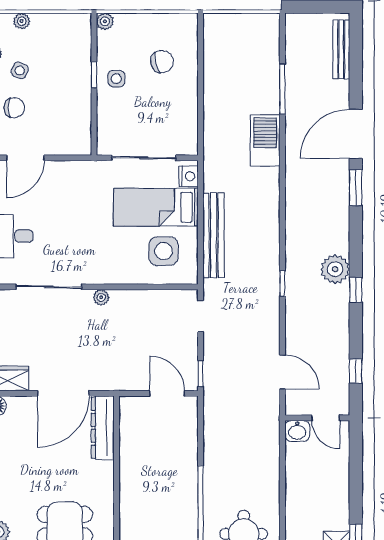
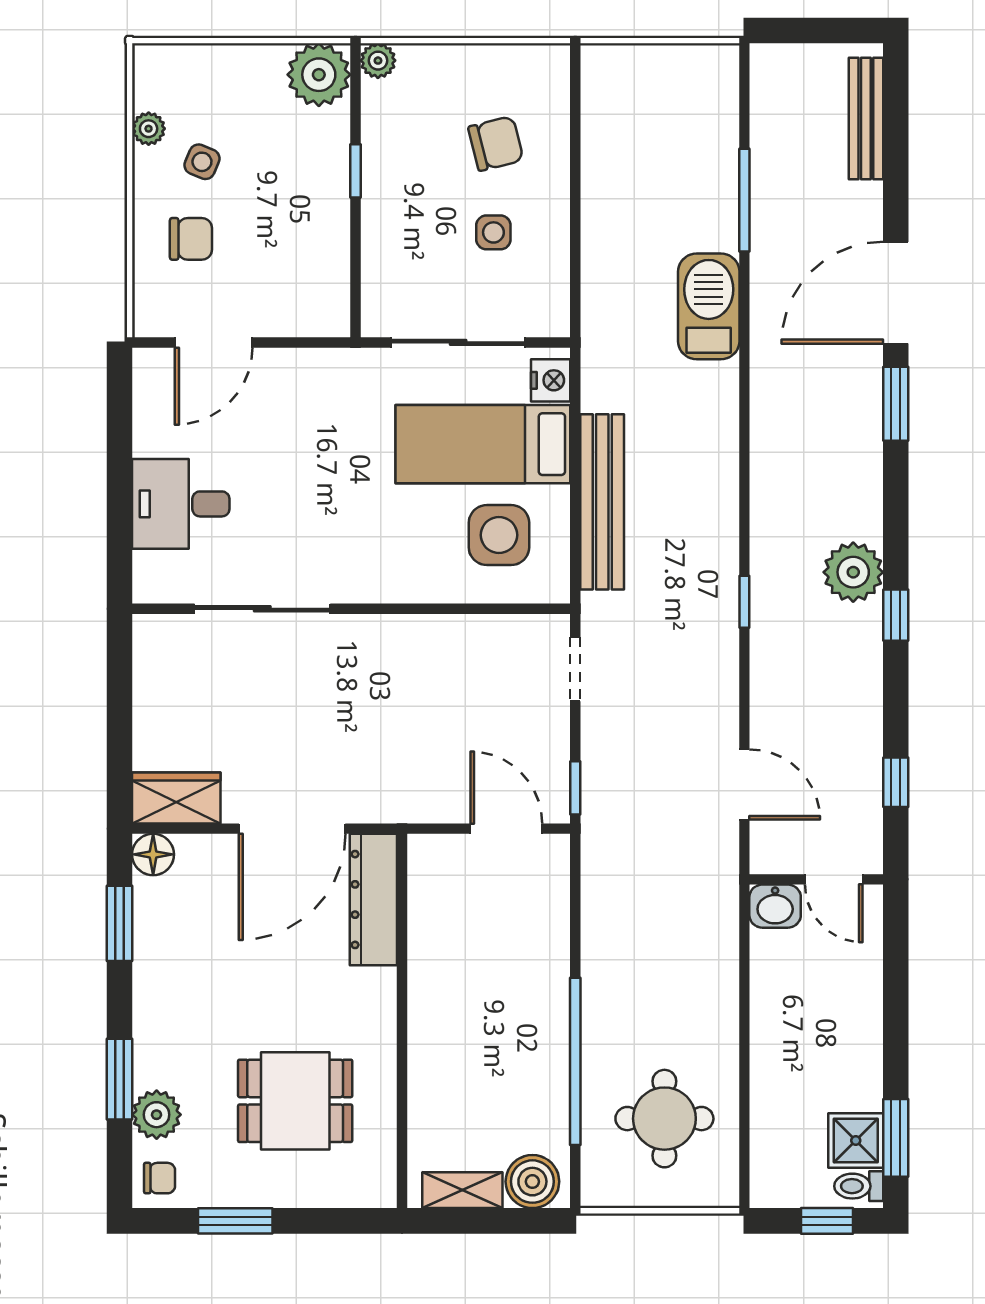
plant: (22, 21) -> (319, 75), moved, width x1.88, depth x1.88
side table: (116, 79) -> (493, 232), moved
plant: (101, 297) -> (370, 630), removed

